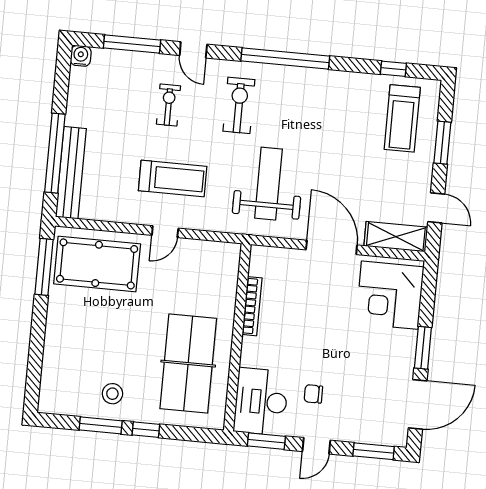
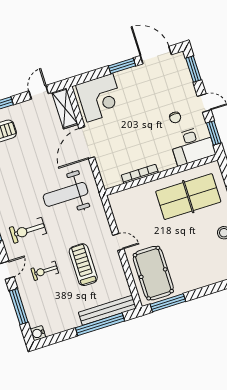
treadmill: (173, 179) -> (83, 265), moved

